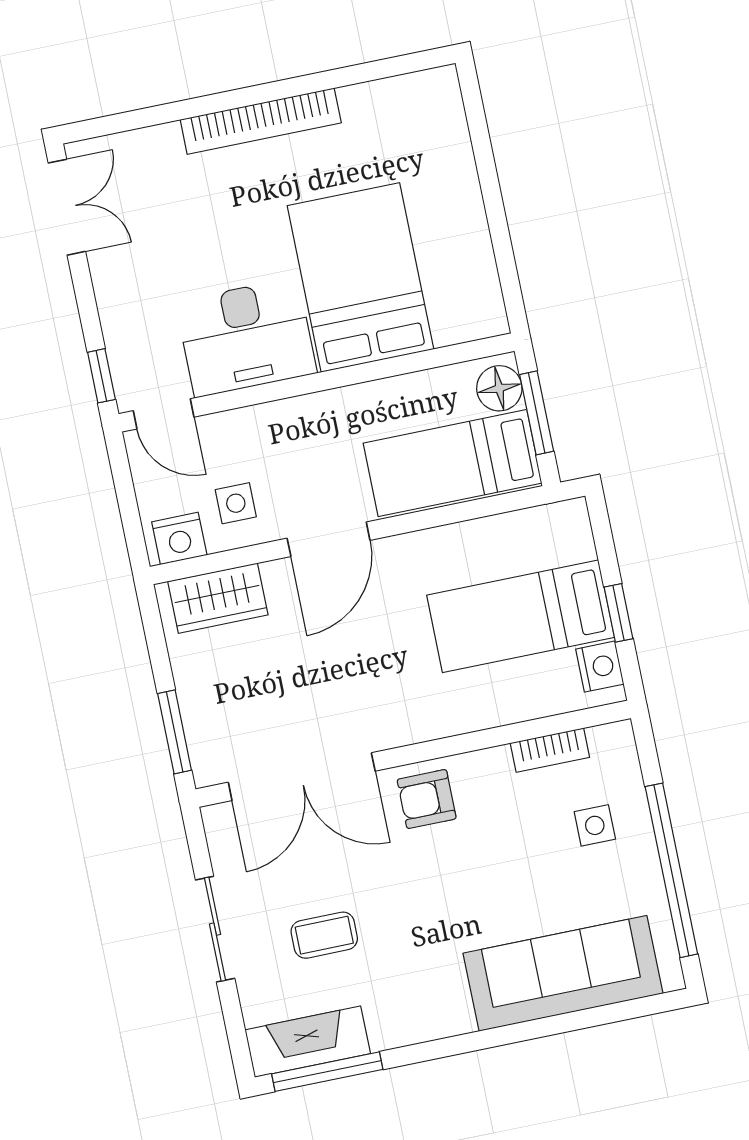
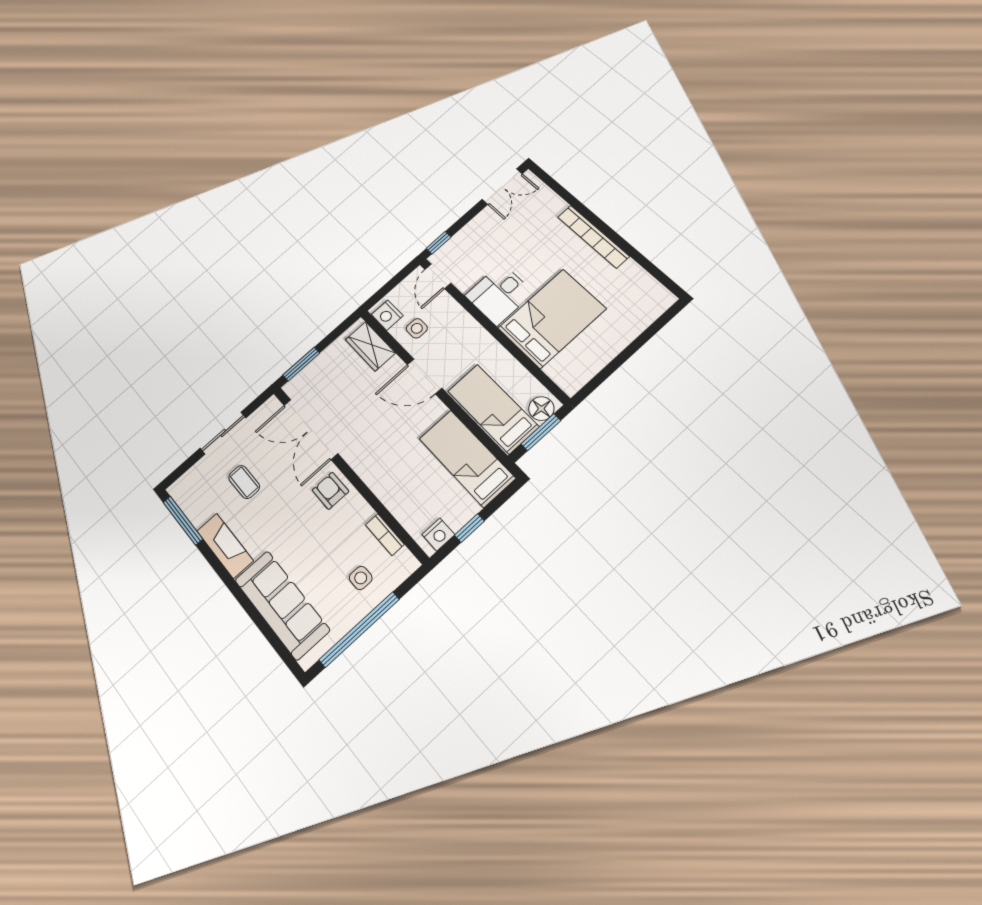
desk: (246, 337) -> (499, 294), width x0.73
bed: (521, 616) -> (467, 458), moved
fireplace: (308, 1042) -> (225, 546), moved

